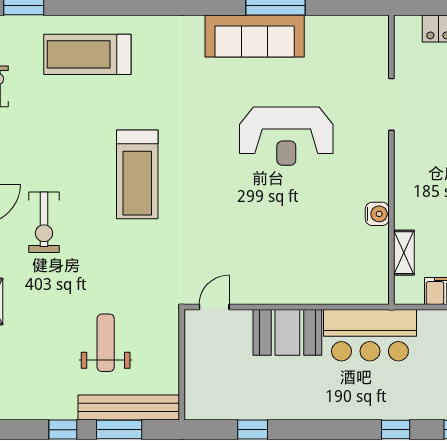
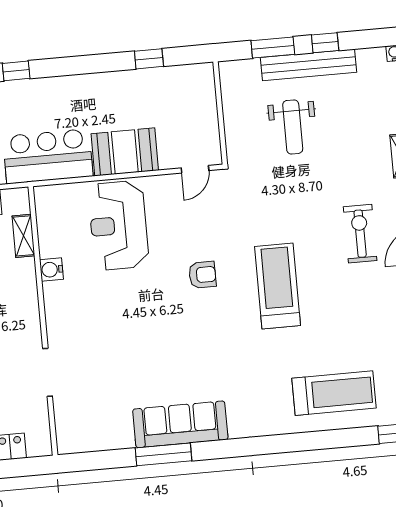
reception desk: (286, 136) -> (118, 225), moved, turned -90
armchair: (216, 194) -> (202, 275), added
bench: (129, 408) -> (309, 65), moved

